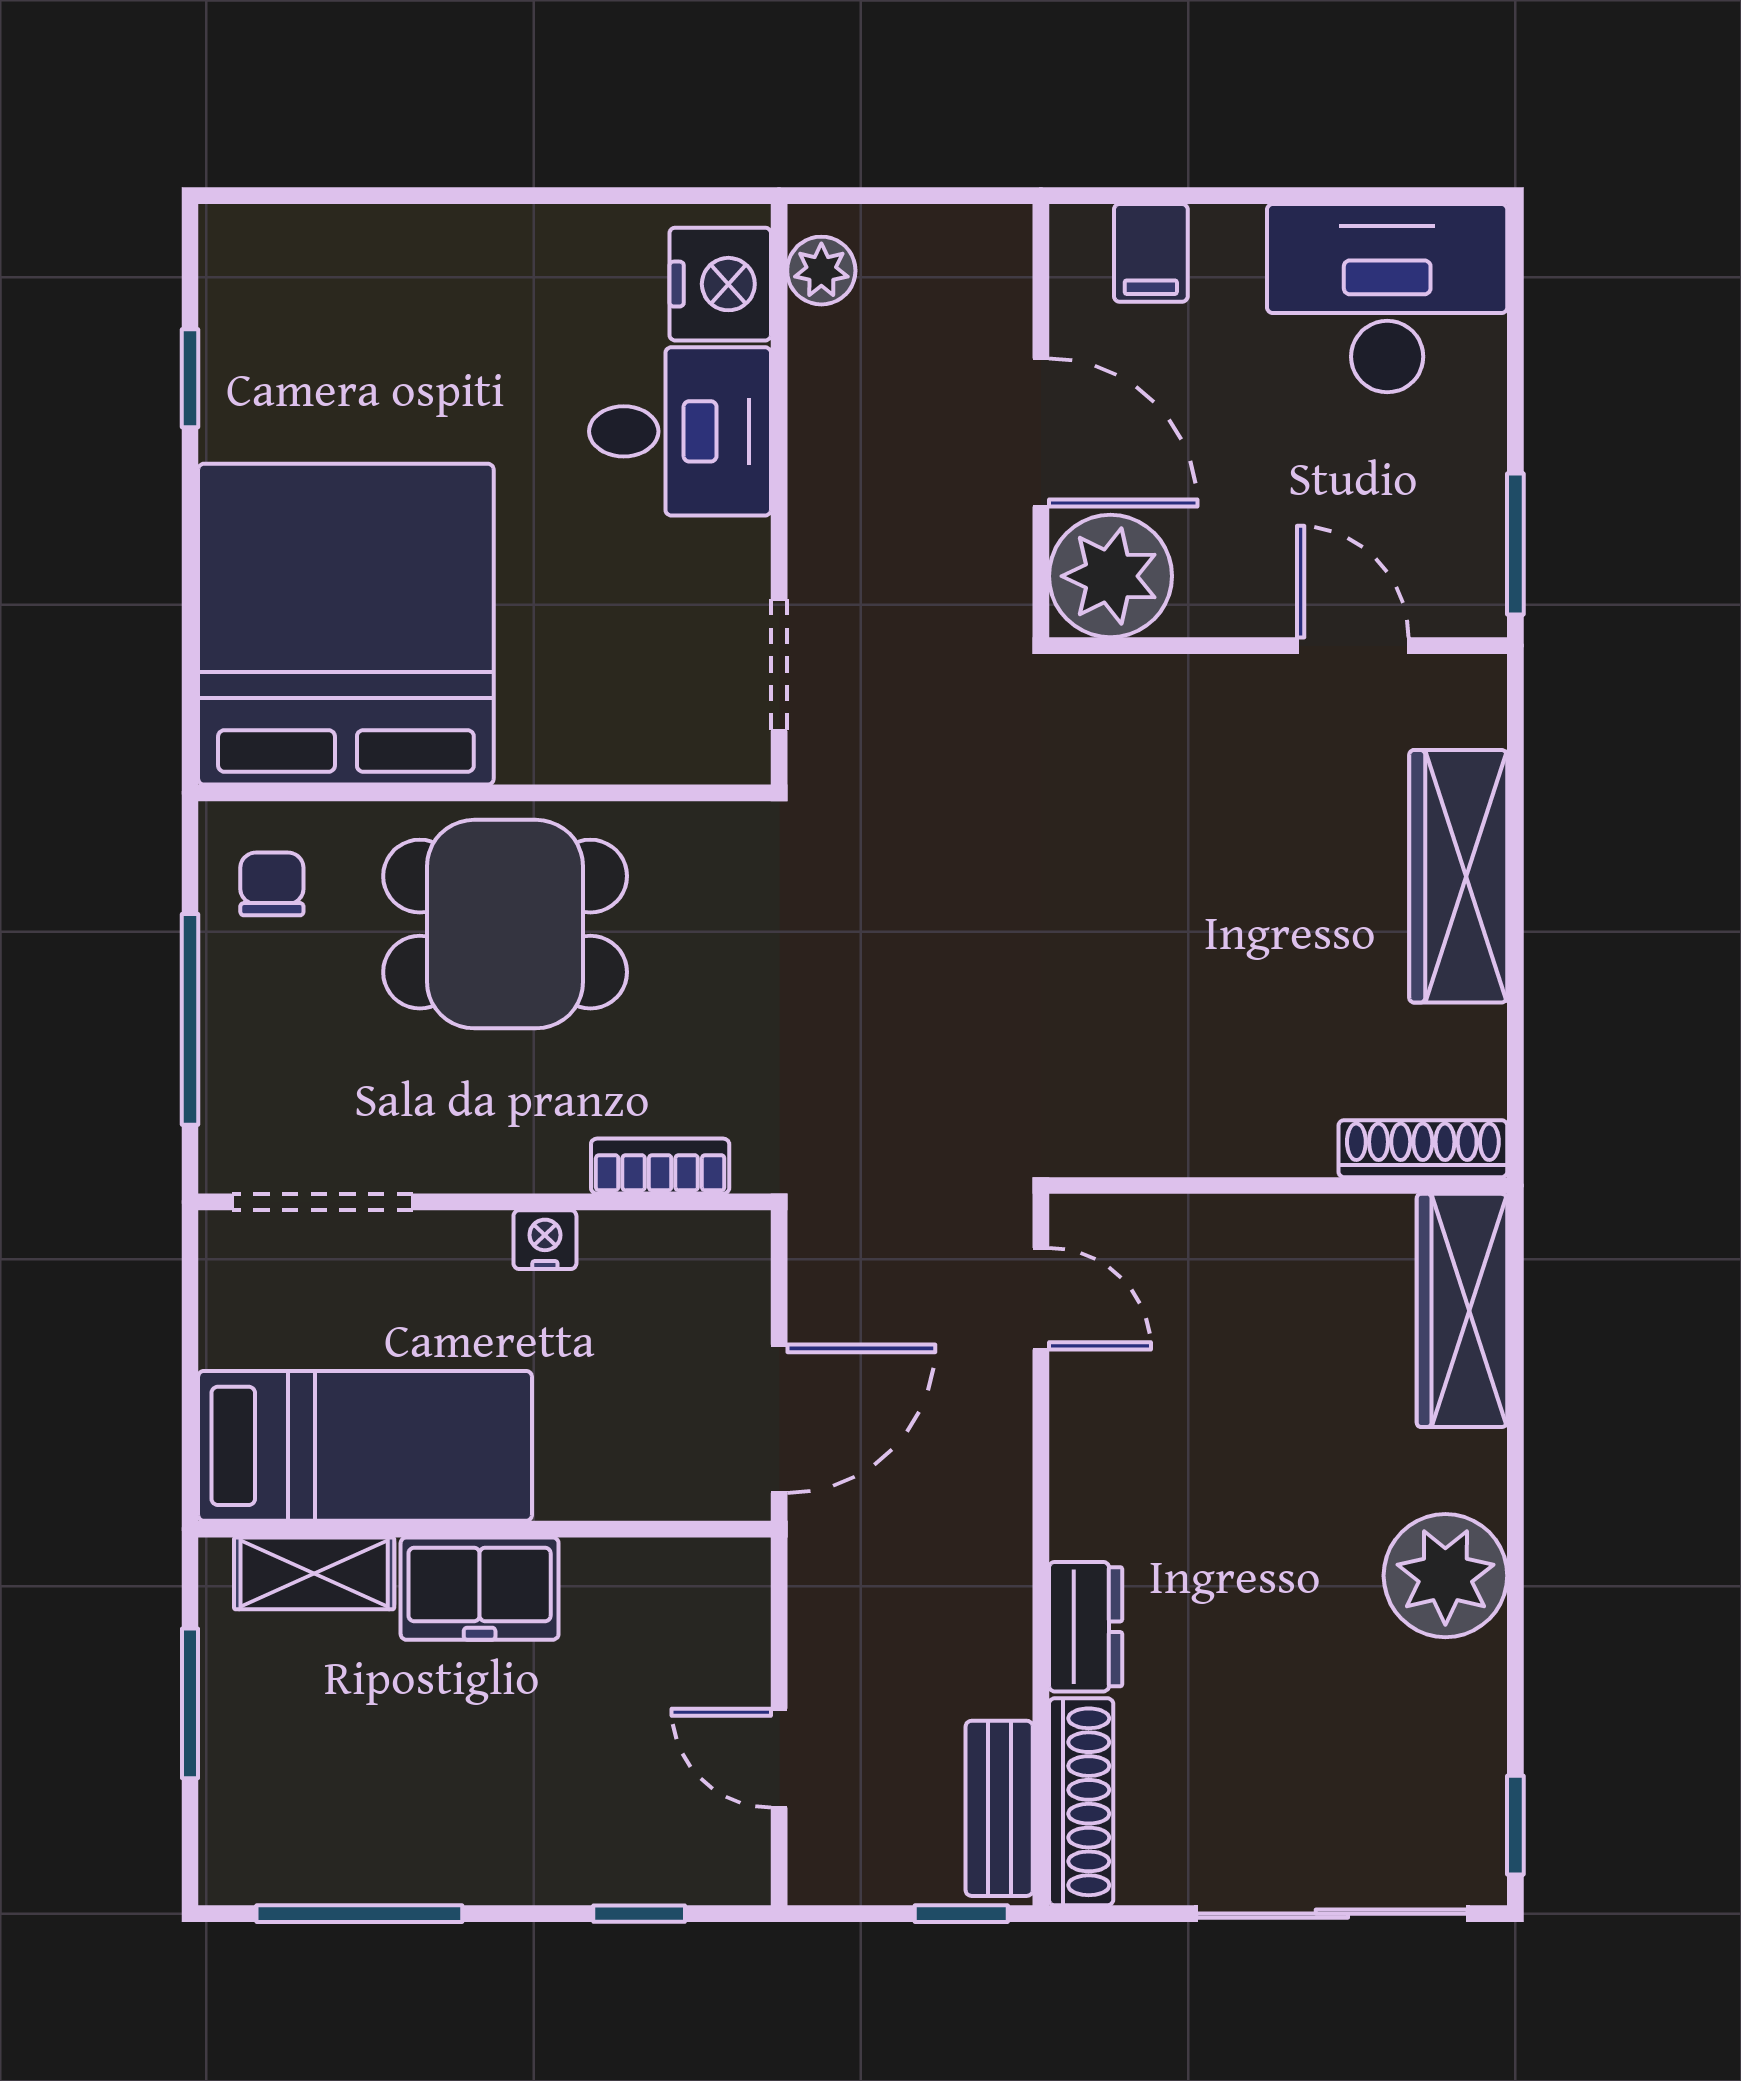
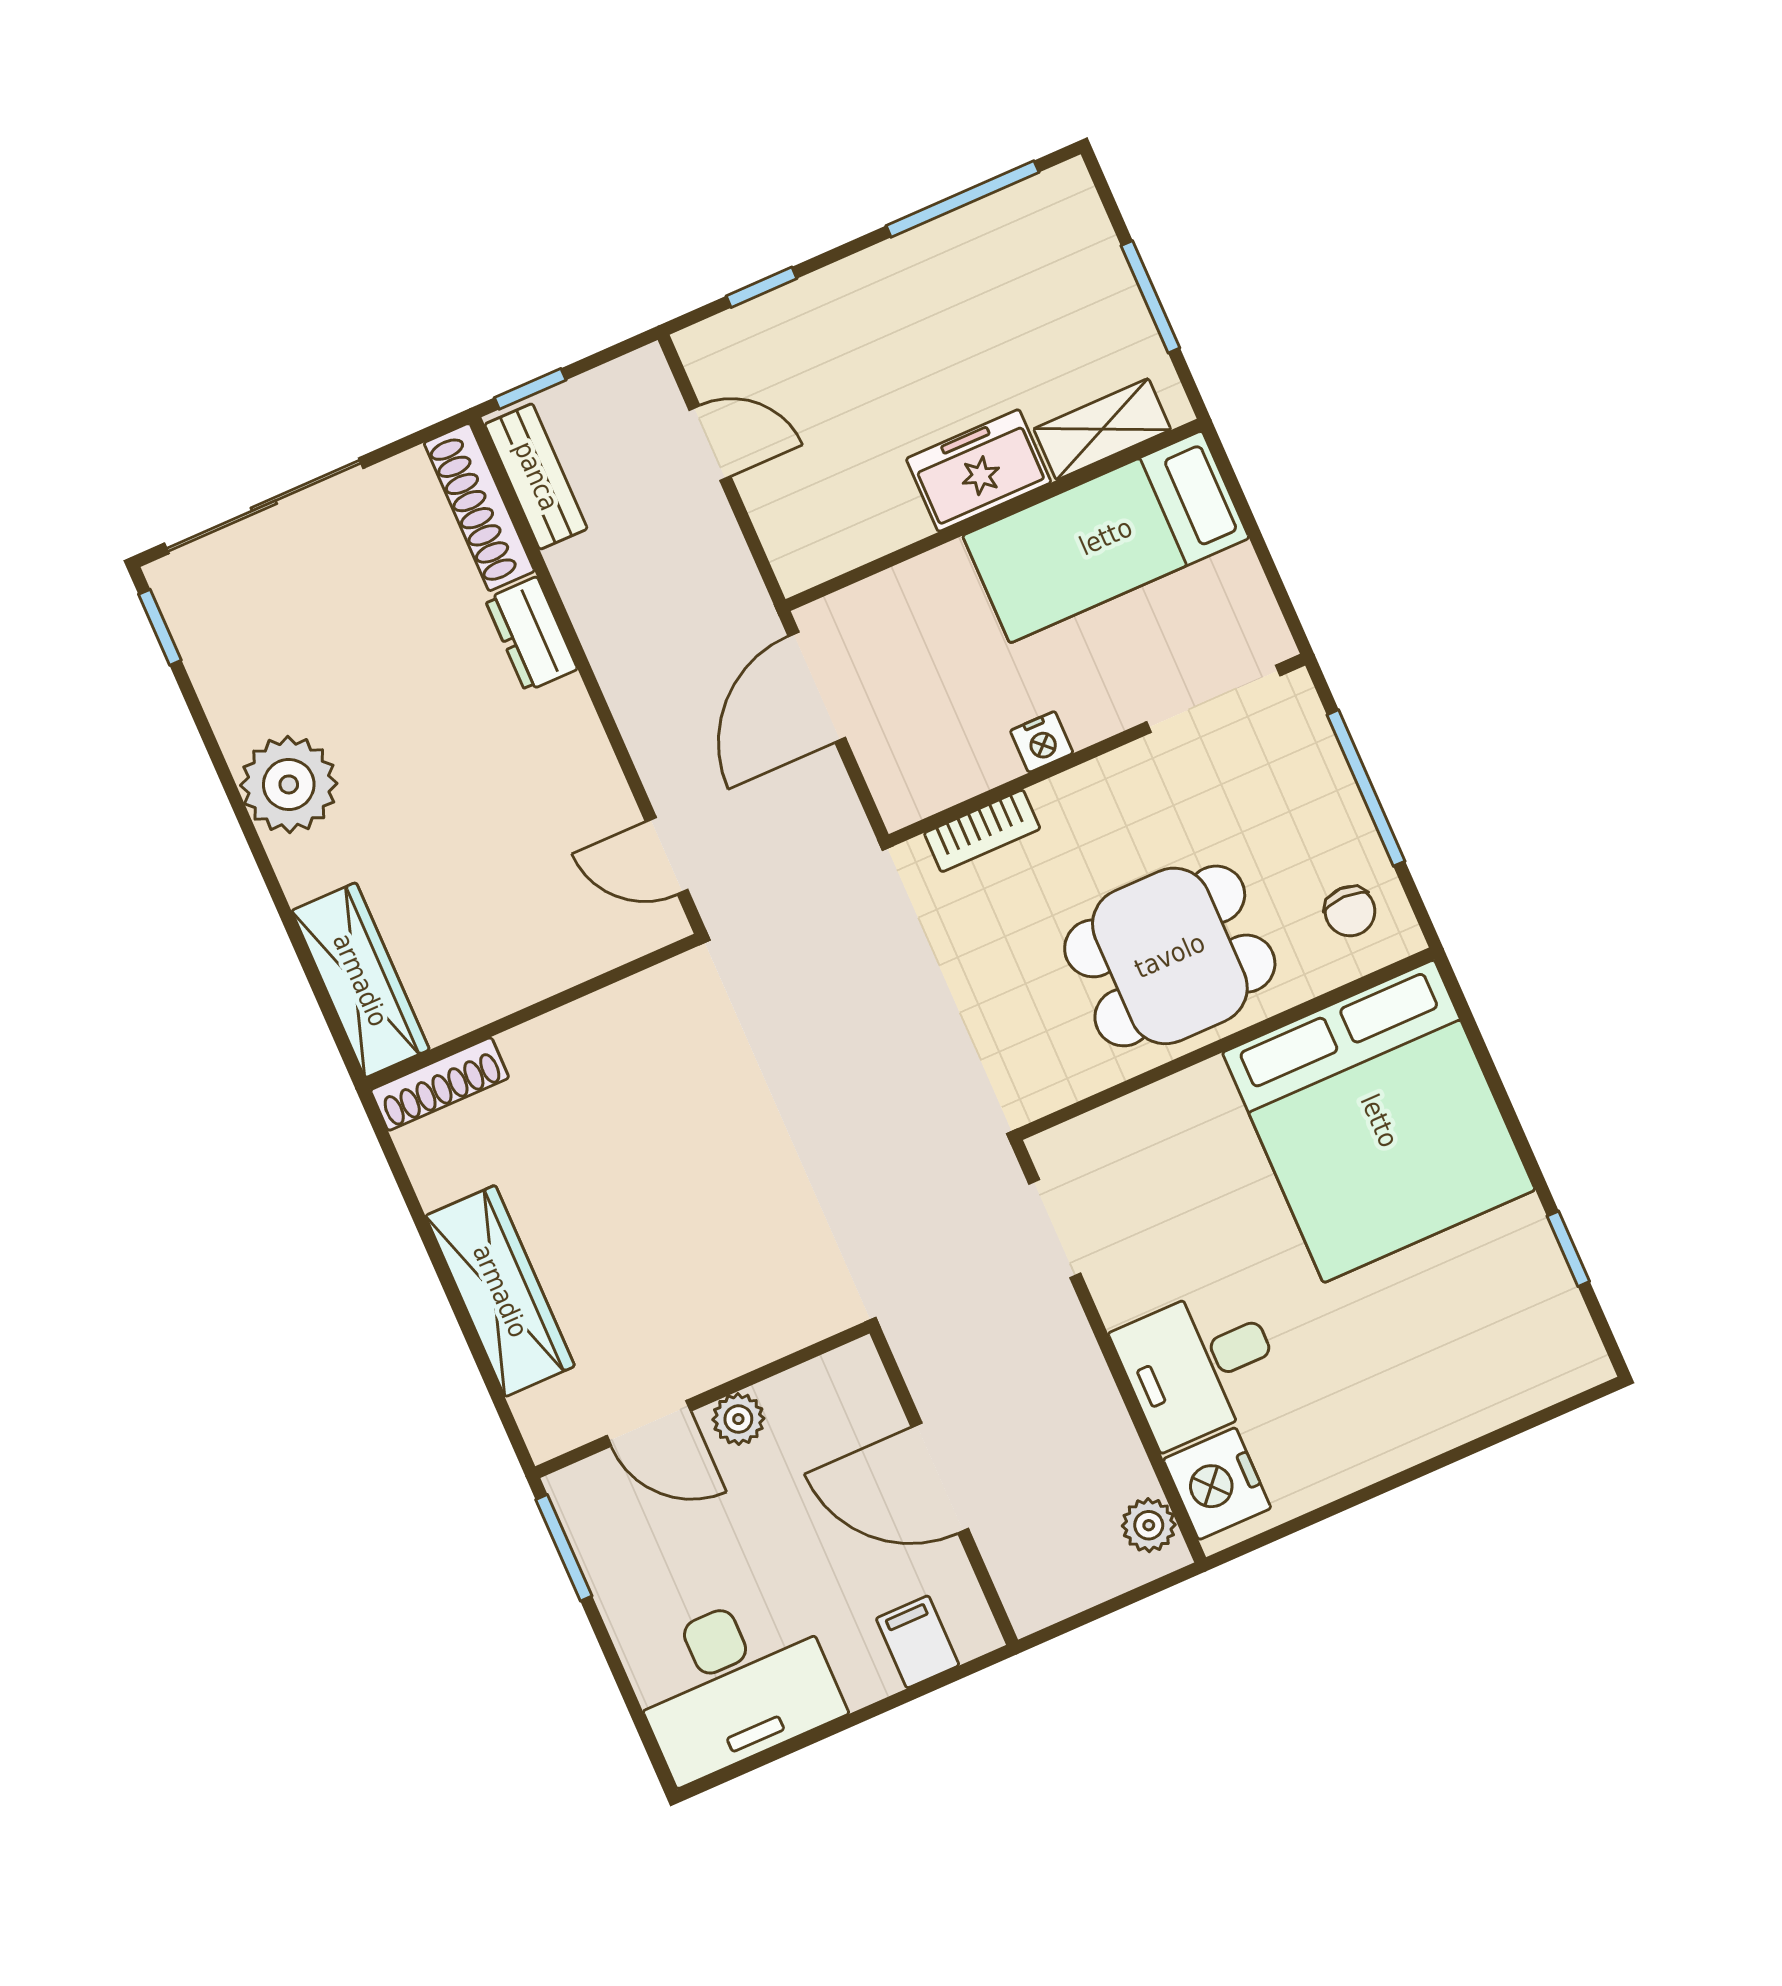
plant: (1110, 576) -> (738, 1419), moved, width x0.53, depth x0.53

